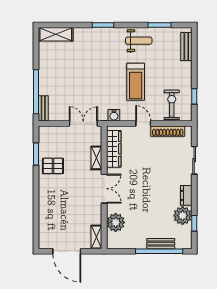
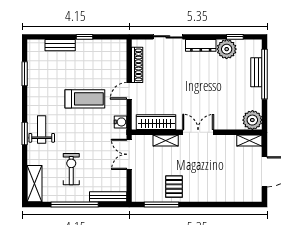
weight bench: (139, 41) -> (42, 130), moved
bench: (186, 47) -> (60, 45), moved
window: (36, 92) -> (75, 205), moved
window: (194, 96) -> (84, 37), moved
exercise bike: (172, 105) -> (71, 169), moved, turned 90
bench: (43, 108) -> (108, 197), width x1.36
window: (36, 154) -> (161, 205), width x1.44
dresser: (186, 195) -> (201, 45), width x1.44
plant: (116, 222) -> (252, 120), moved

